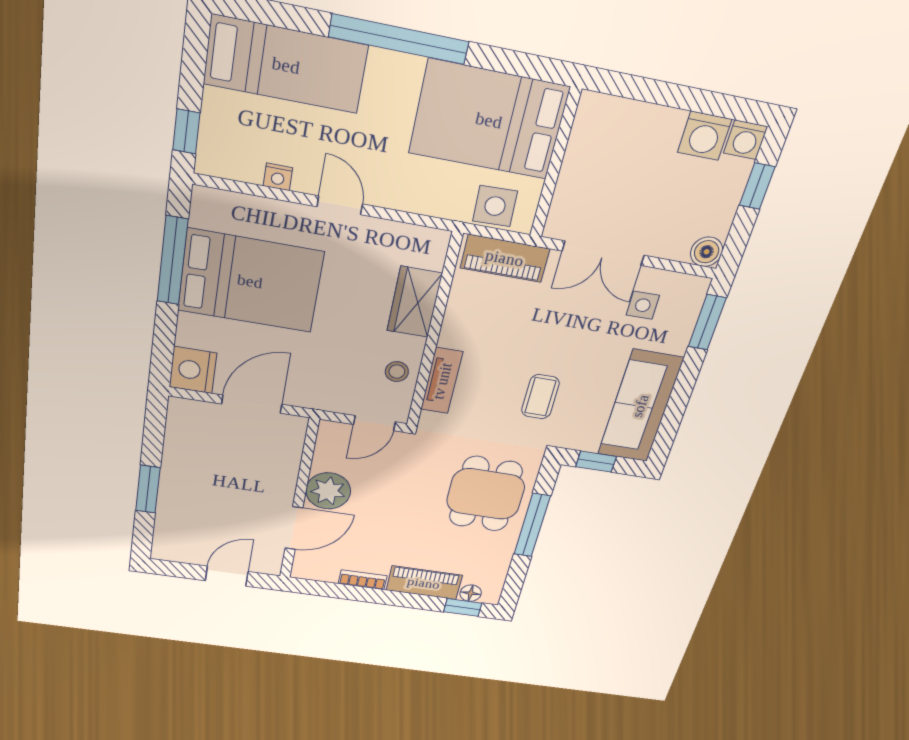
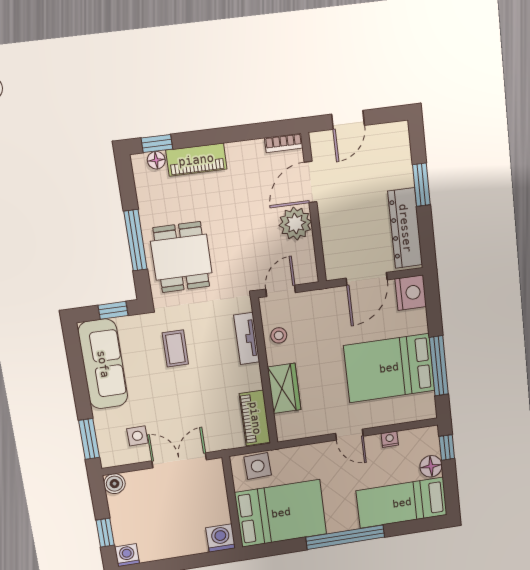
floor lamp: (220, 109) -> (431, 466), added
washing machine: (705, 136) -> (221, 538), moved
piano: (505, 258) -> (255, 418), moved, turned -90
dresser: (182, 448) -> (405, 228), added
bookcase: (363, 580) -> (284, 143), moved

